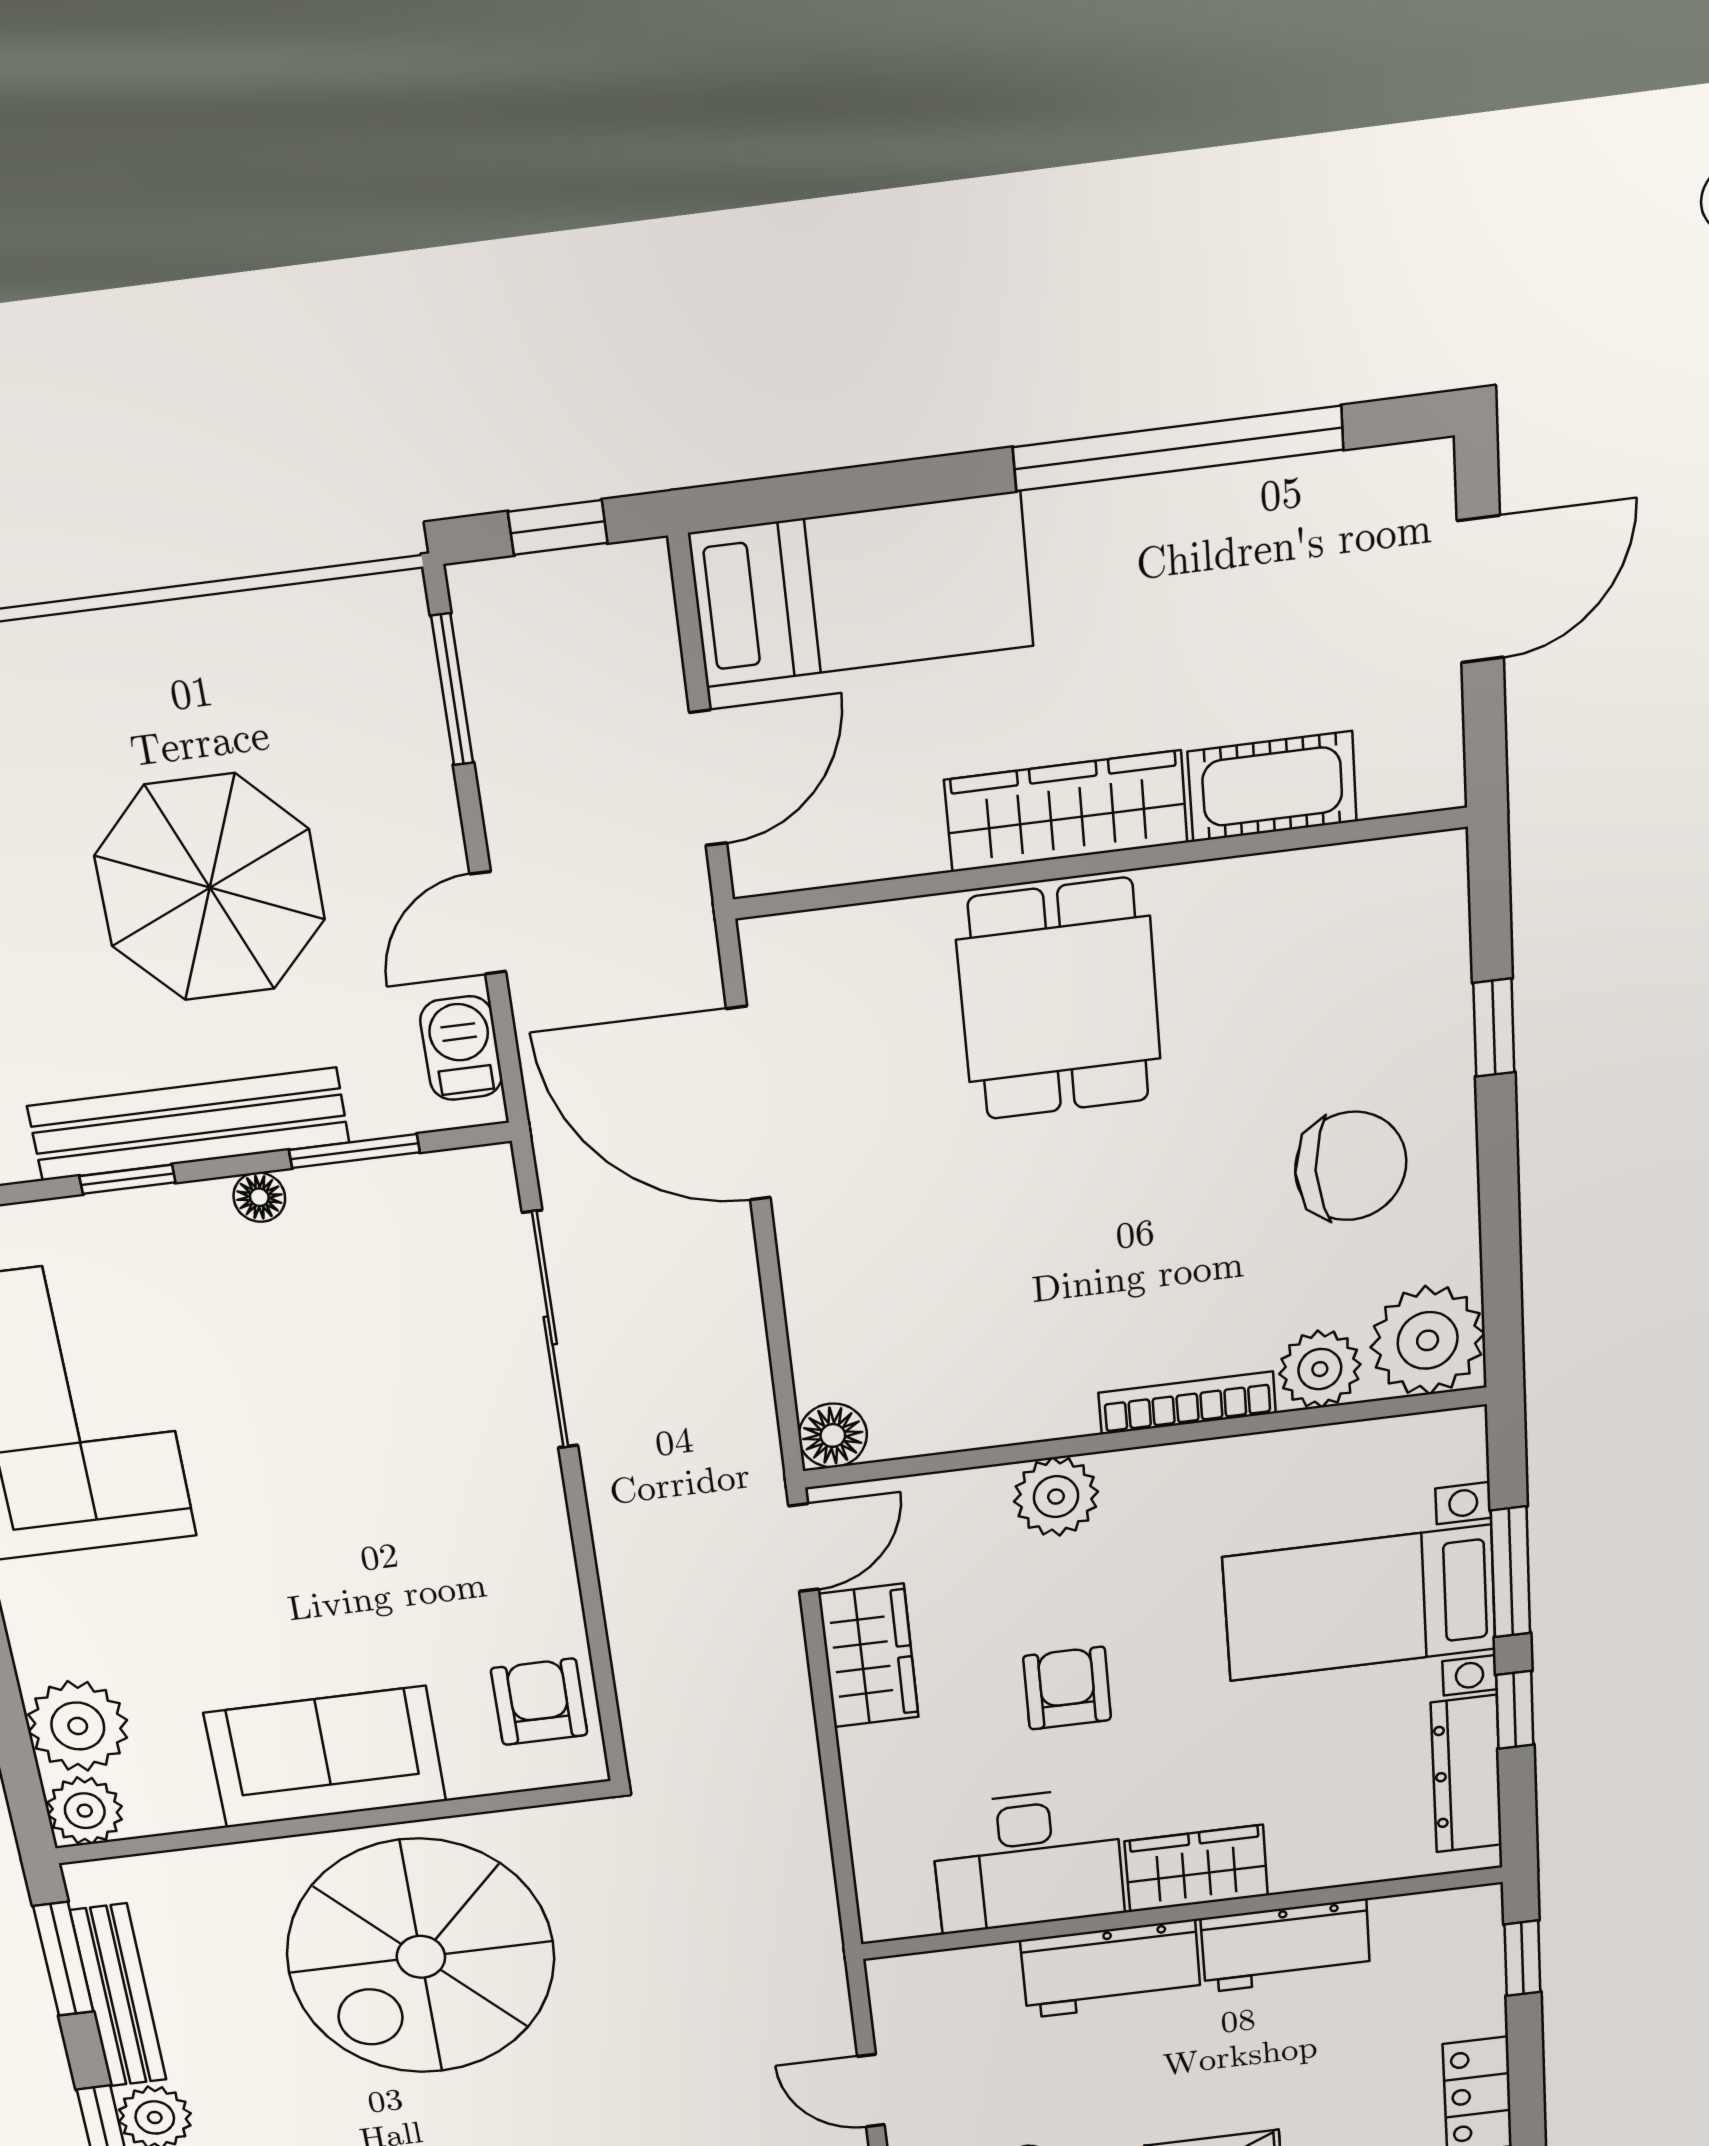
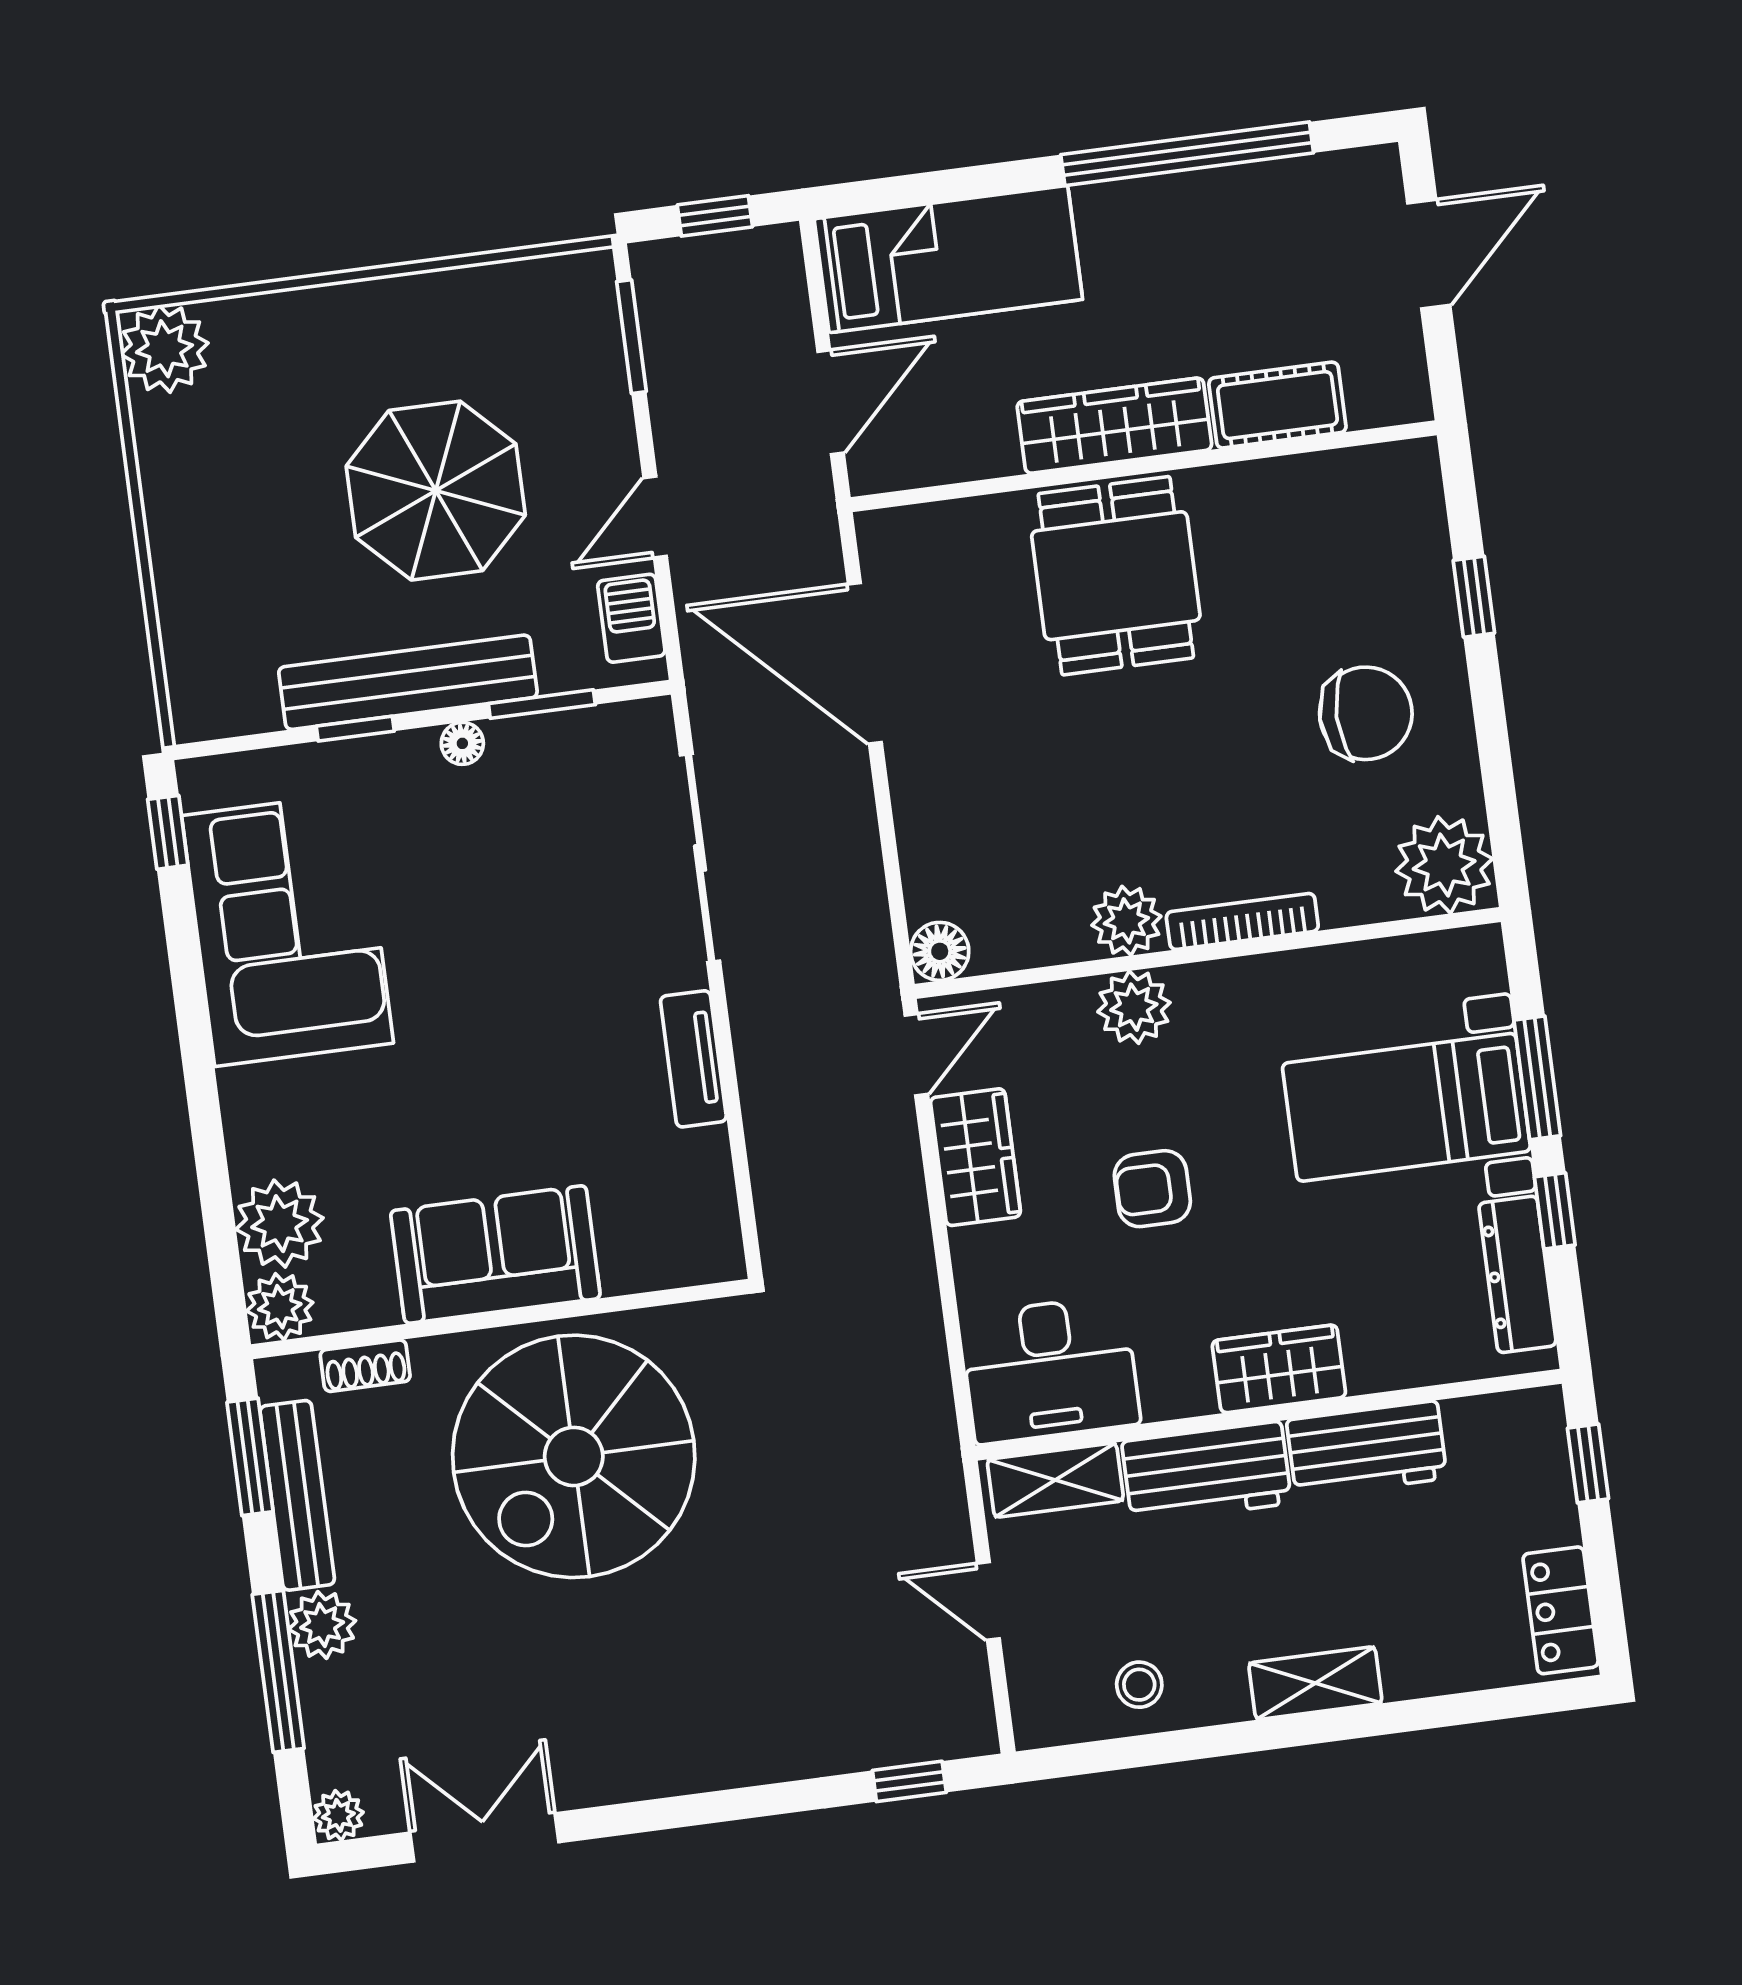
plant: (1320, 1369) -> (1126, 921), moved
tv unit: (546, 1552) -> (693, 1059), added
armchair: (1067, 1688) -> (1152, 1189), turned -90
armchair: (539, 1702) -> (685, 1201), removed
desk: (1028, 1860) -> (1050, 1370), moved
shoe rack: (185, 1869) -> (365, 1366), added
shelving: (947, 1977) -> (1055, 1480), added

